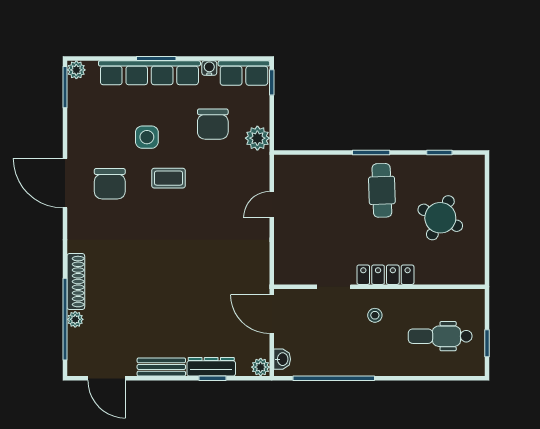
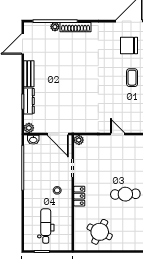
round table: (440, 218) -> (100, 232), moved
locker: (385, 275) -> (79, 196), width x0.66
plant: (283, 276) -> (79, 140), added
door: (272, 314) -> (58, 134), swing flipped

